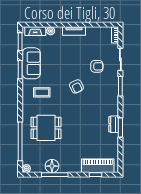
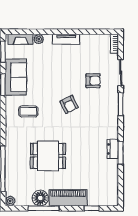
dining table: (46, 128) -> (48, 156), moved
piano: (98, 166) -> (68, 198), moved

